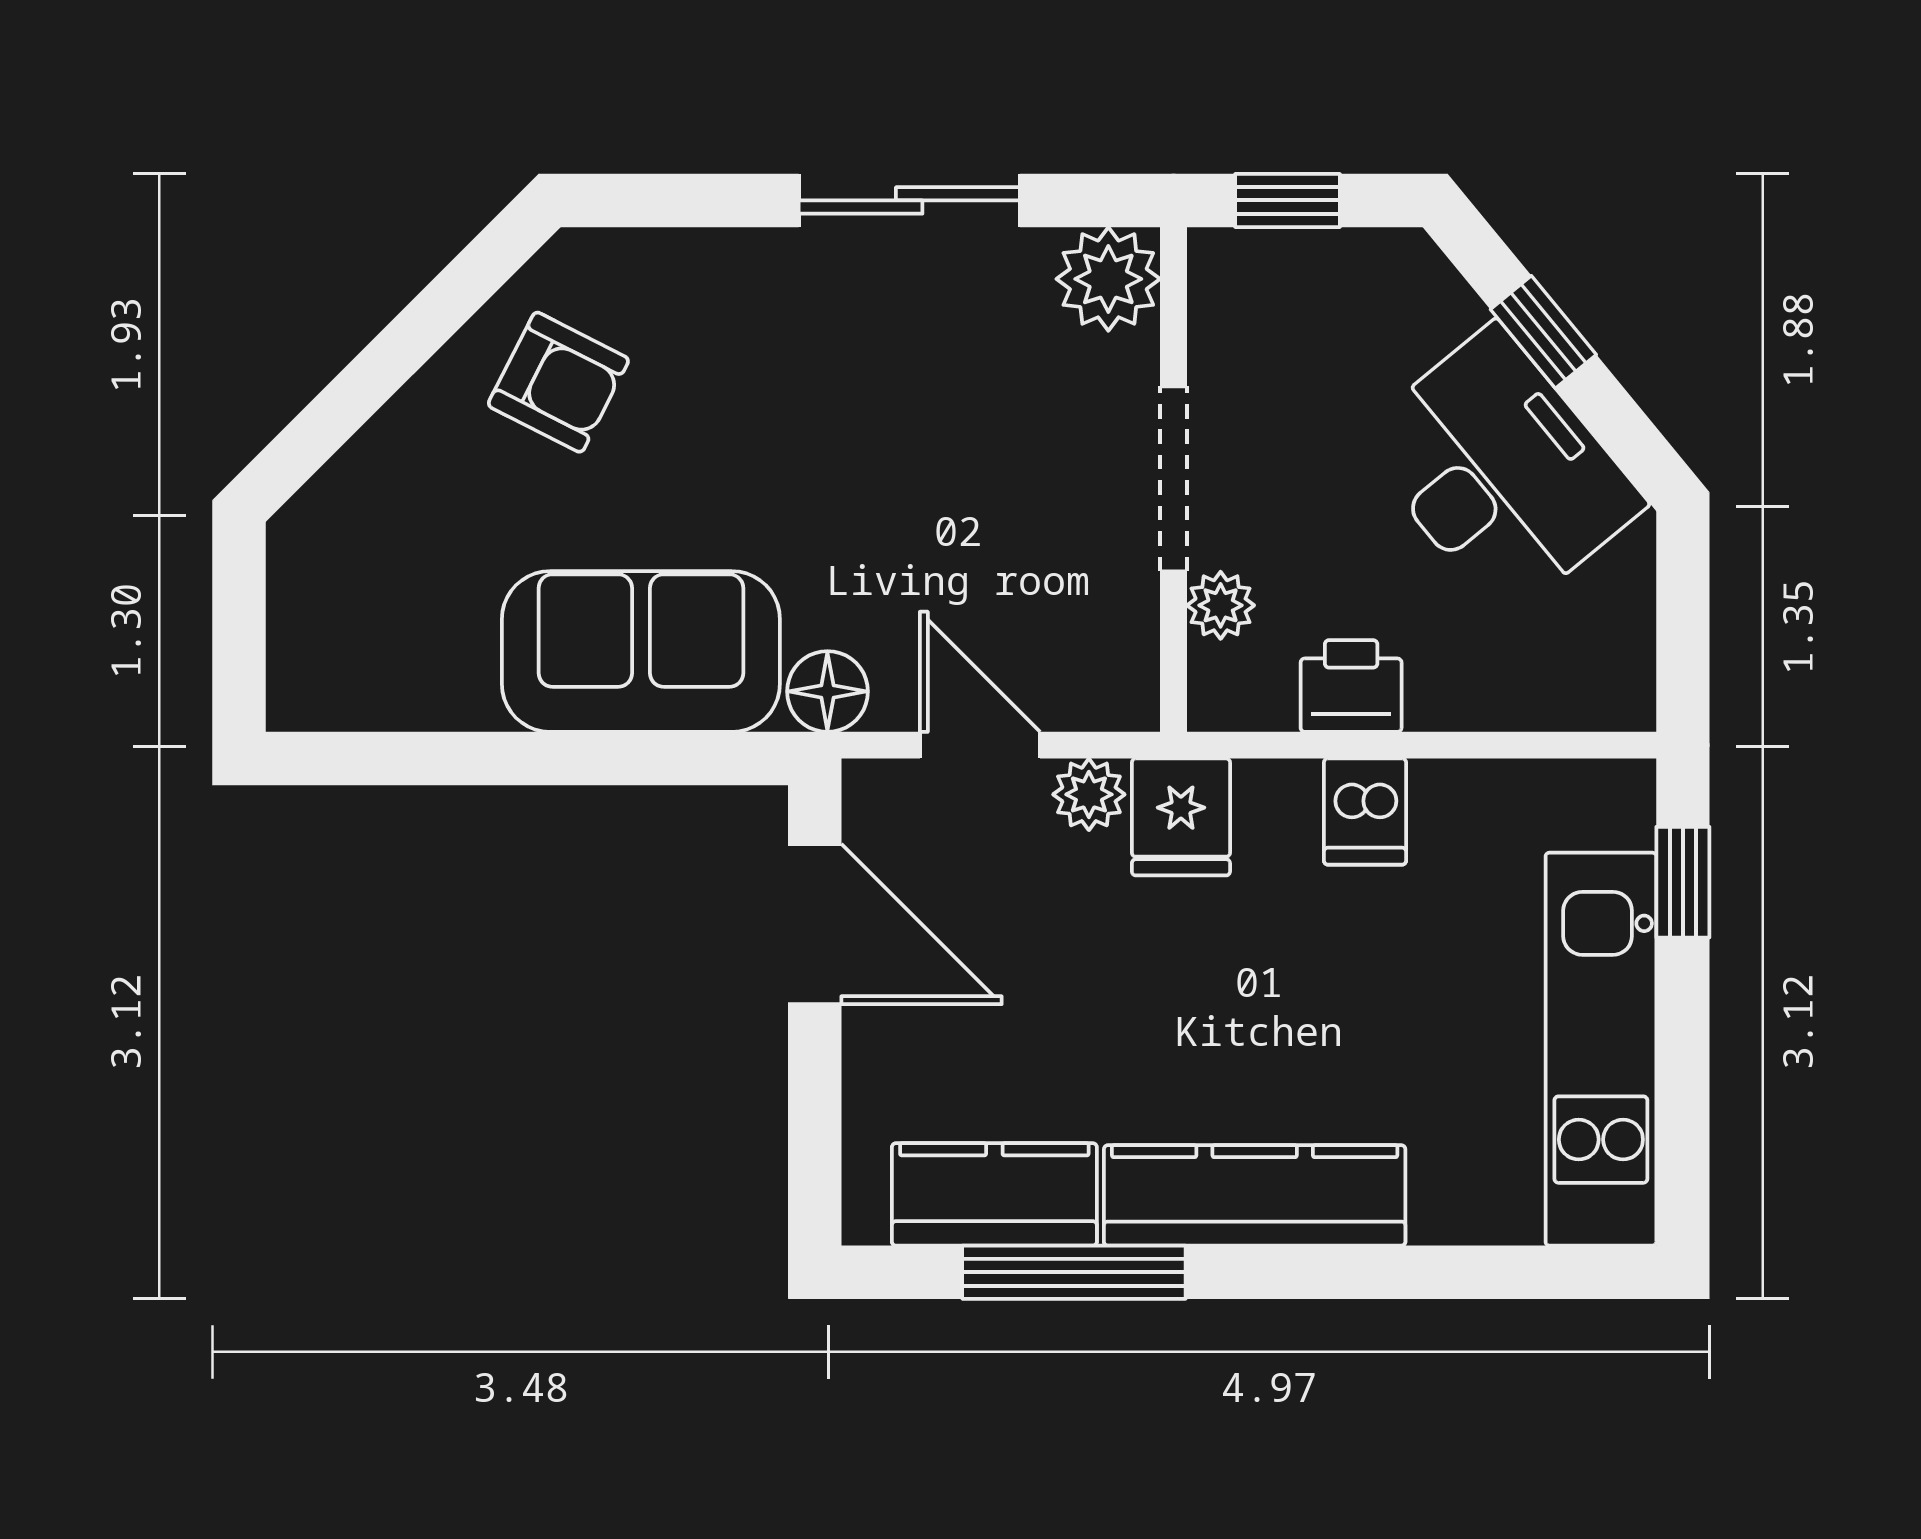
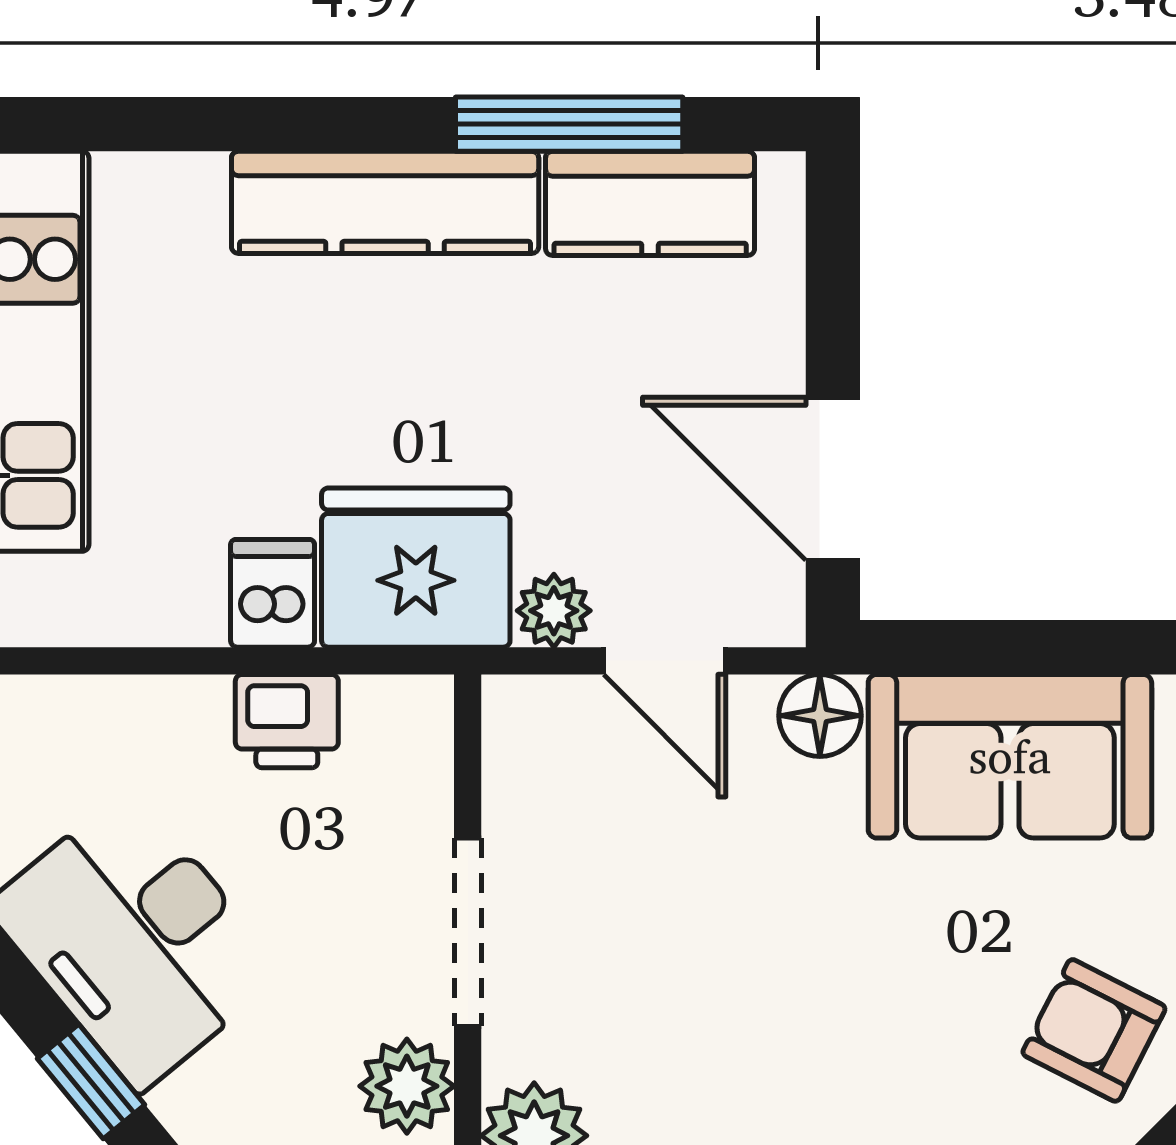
plant: (1221, 605) -> (407, 1086), moved, width x1.38, depth x1.38
fridge: (1181, 817) -> (416, 568), width x1.88, depth x1.34

